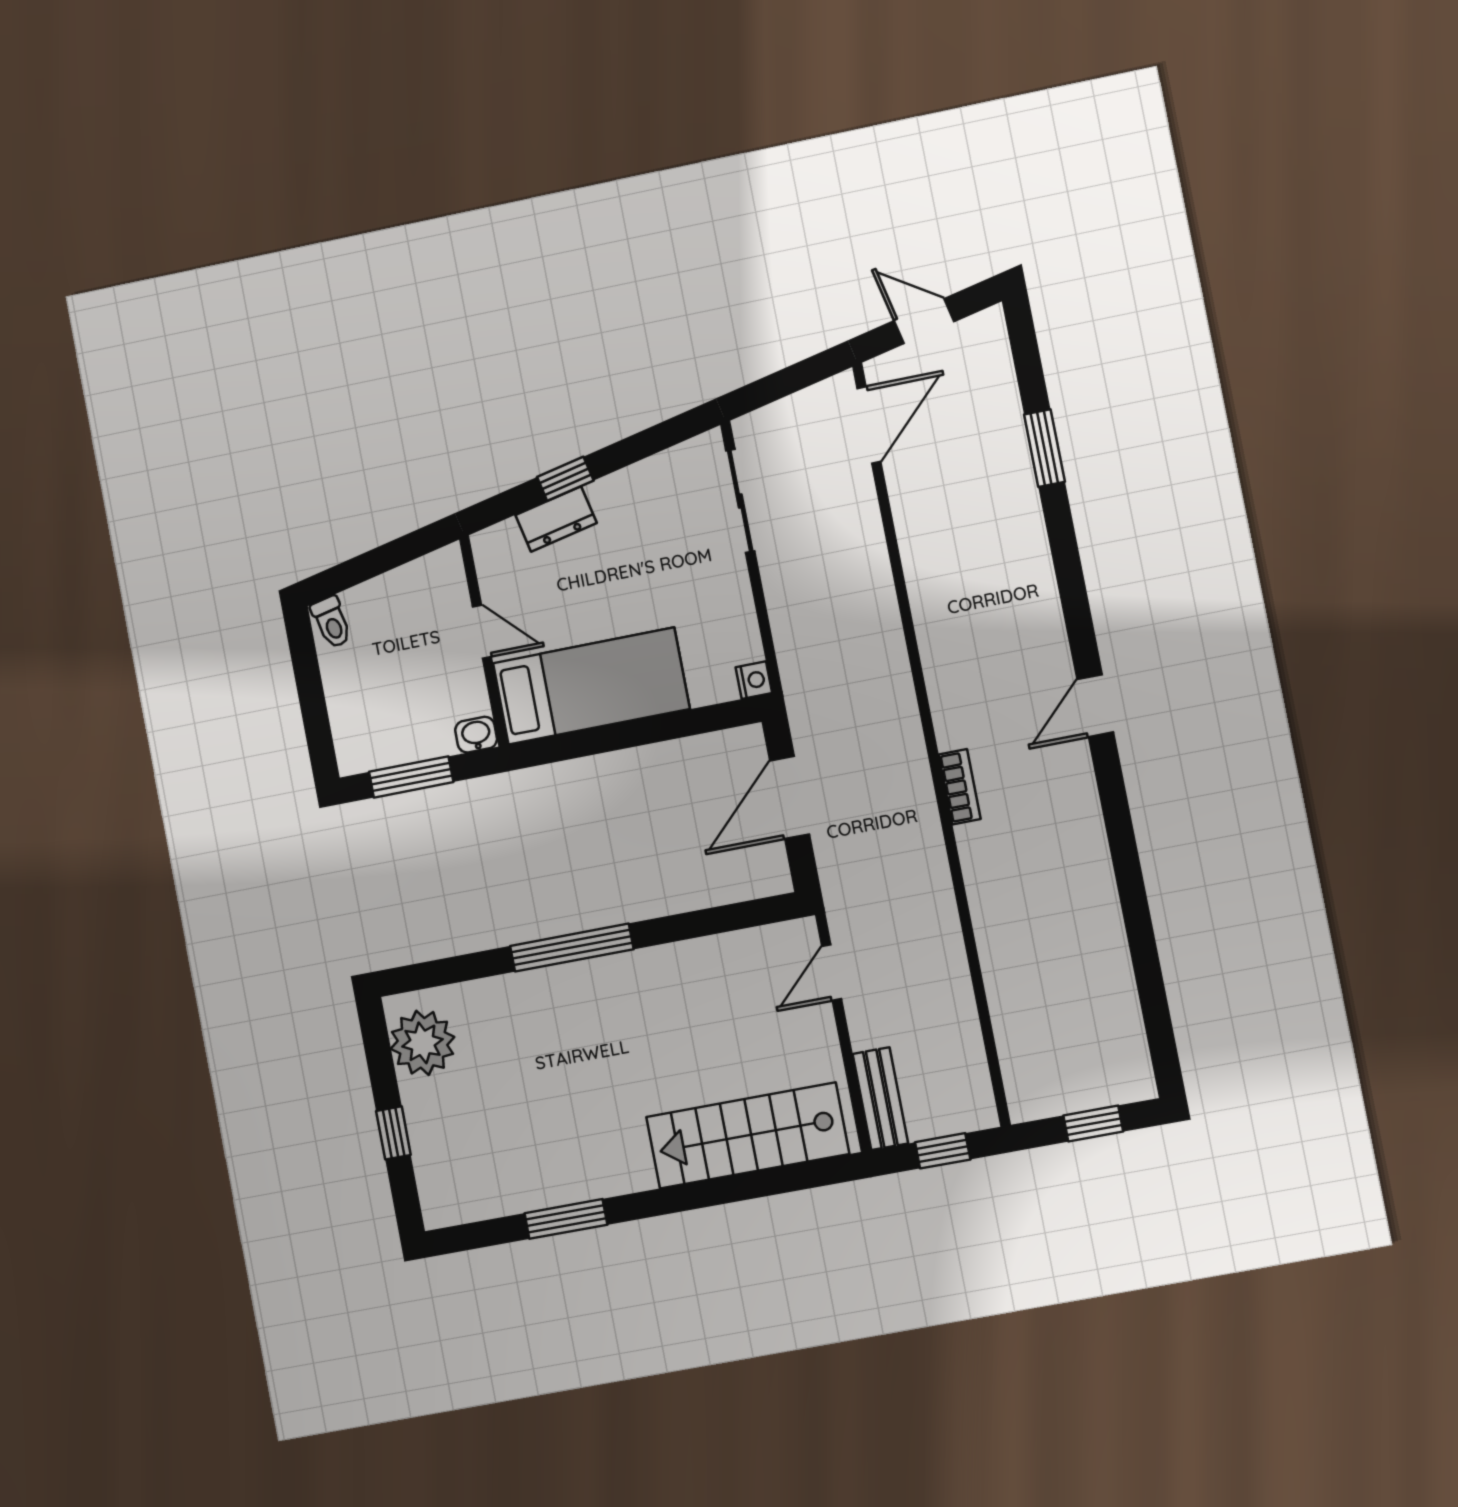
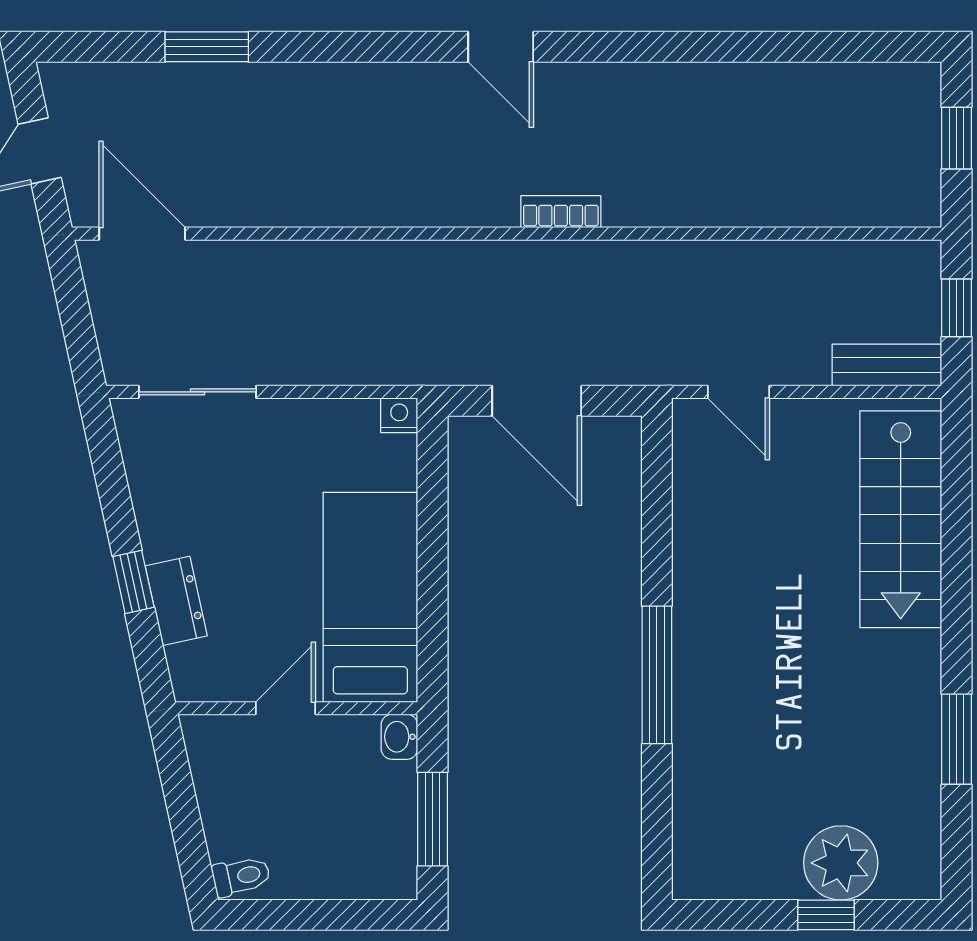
plant: (422, 1043) -> (841, 863), moved

